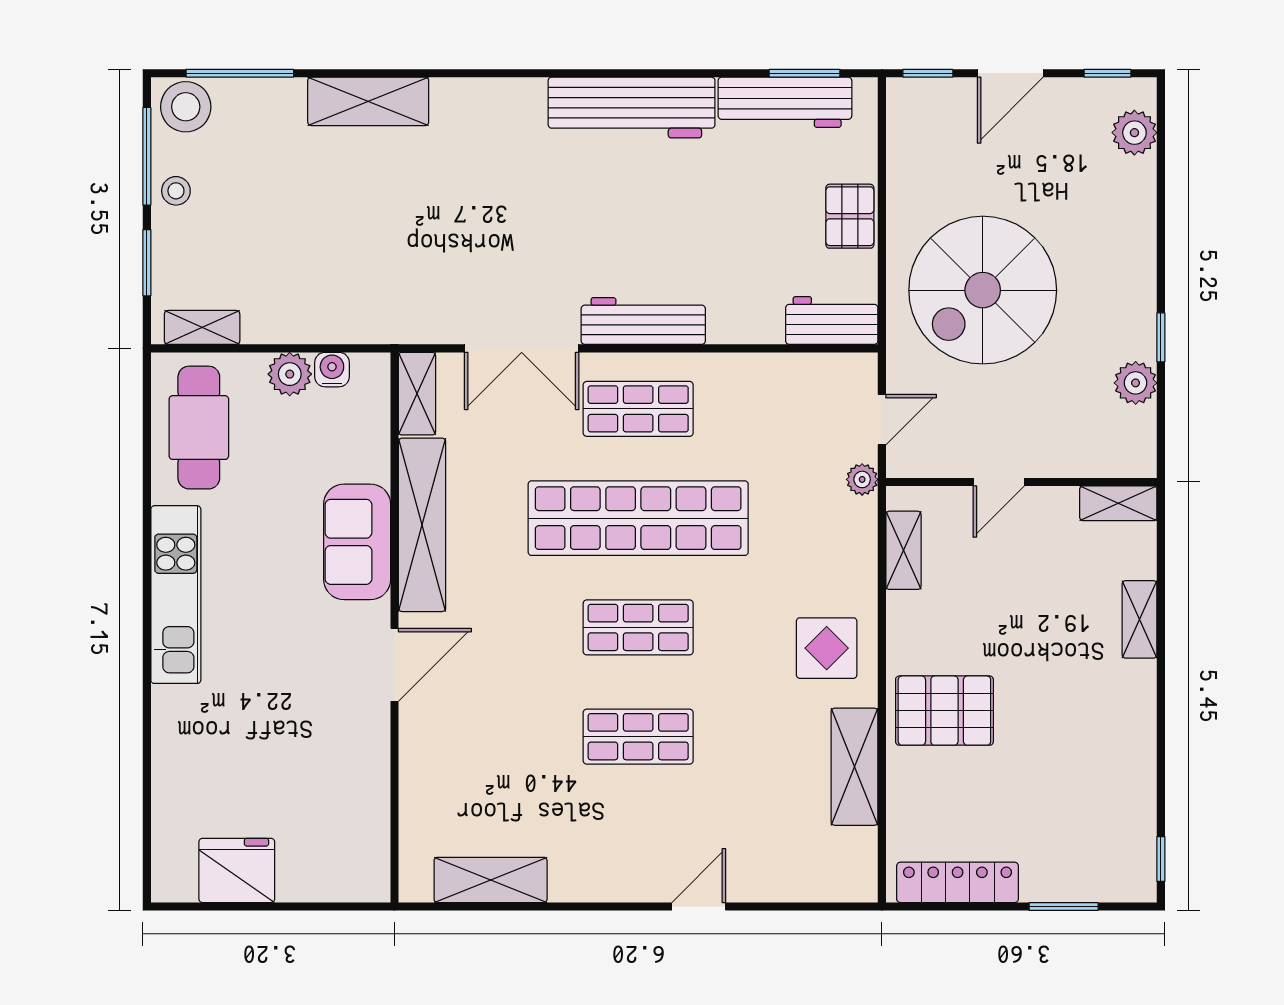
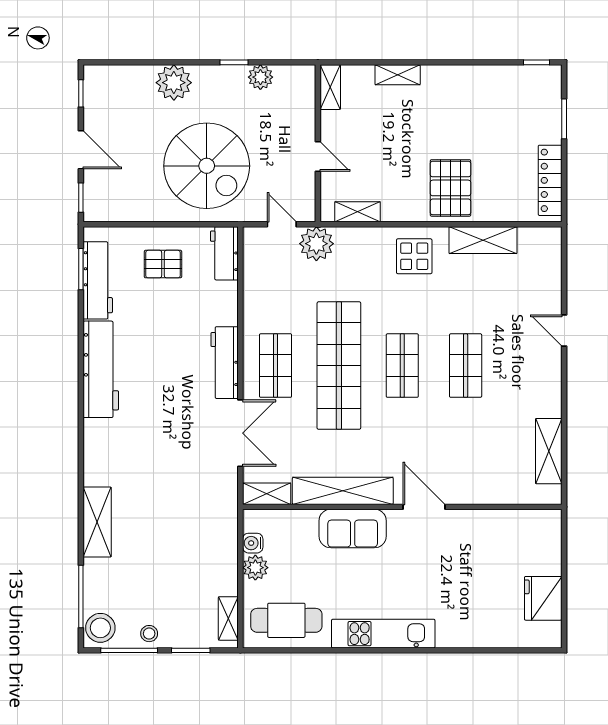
plant: (1134, 133) -> (174, 83), moved, width x1.36, depth x1.36
pallet: (850, 216) -> (163, 264), moved
plant: (862, 479) -> (316, 244), width x1.88, depth x1.88

